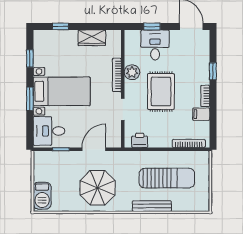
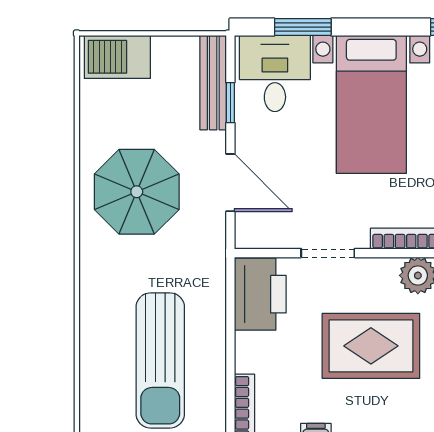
window: (30, 99) -> (303, 27), moved
printer: (140, 140) -> (260, 294), width x1.87, depth x1.48
bench: (152, 206) -> (213, 83), moved

